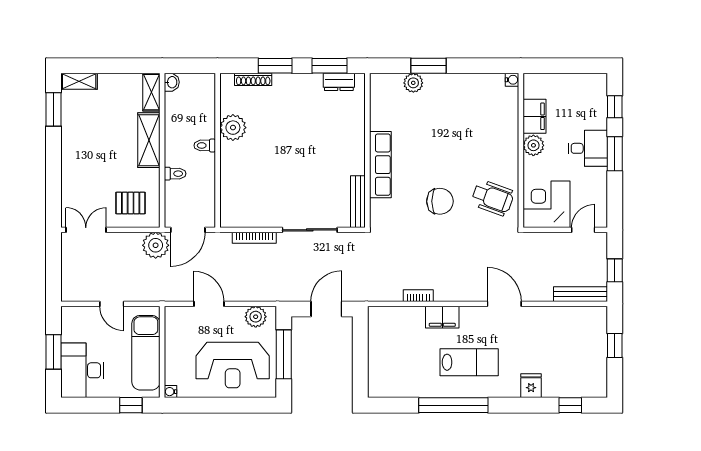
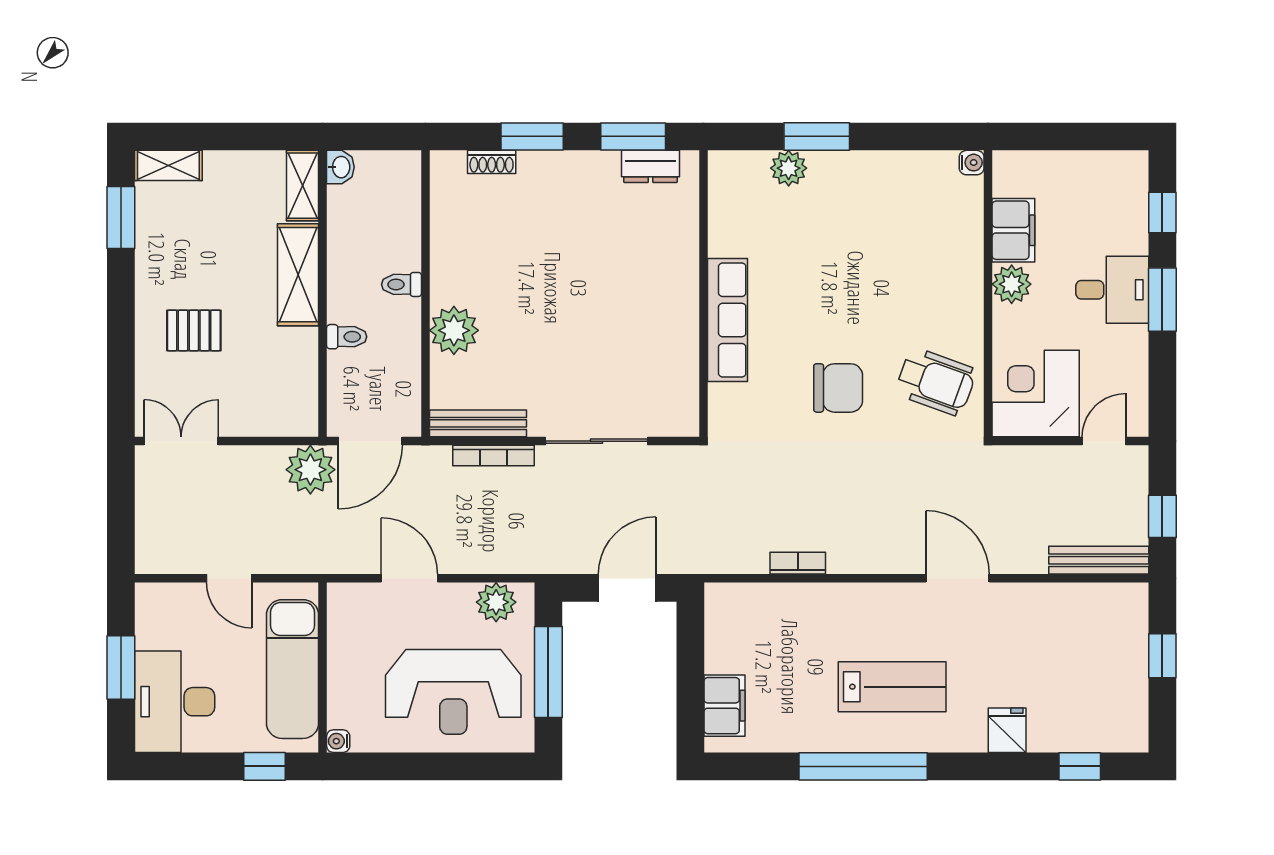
shoe rack: (253, 79) -> (492, 162), width x0.70
plant: (233, 128) -> (454, 330), moved
bench: (358, 202) -> (478, 423), moved, turned 90
pallet: (131, 203) -> (194, 330), moved
filing cabinet: (442, 317) -> (725, 706), moved, turned -90

